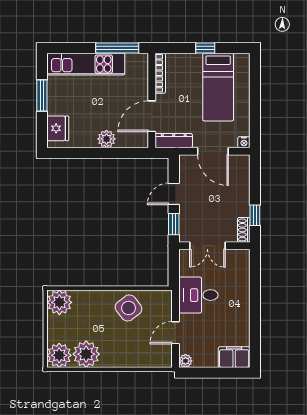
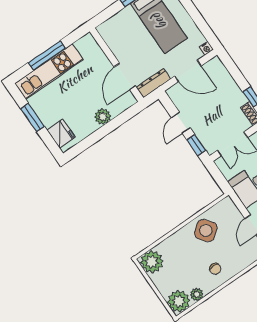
window: (117, 48) -> (47, 55), moved
bookcase: (160, 73) -> (109, 40), removed
chair: (113, 349) -> (215, 269), added
plant: (86, 354) -> (197, 294), width x0.53, depth x0.53

